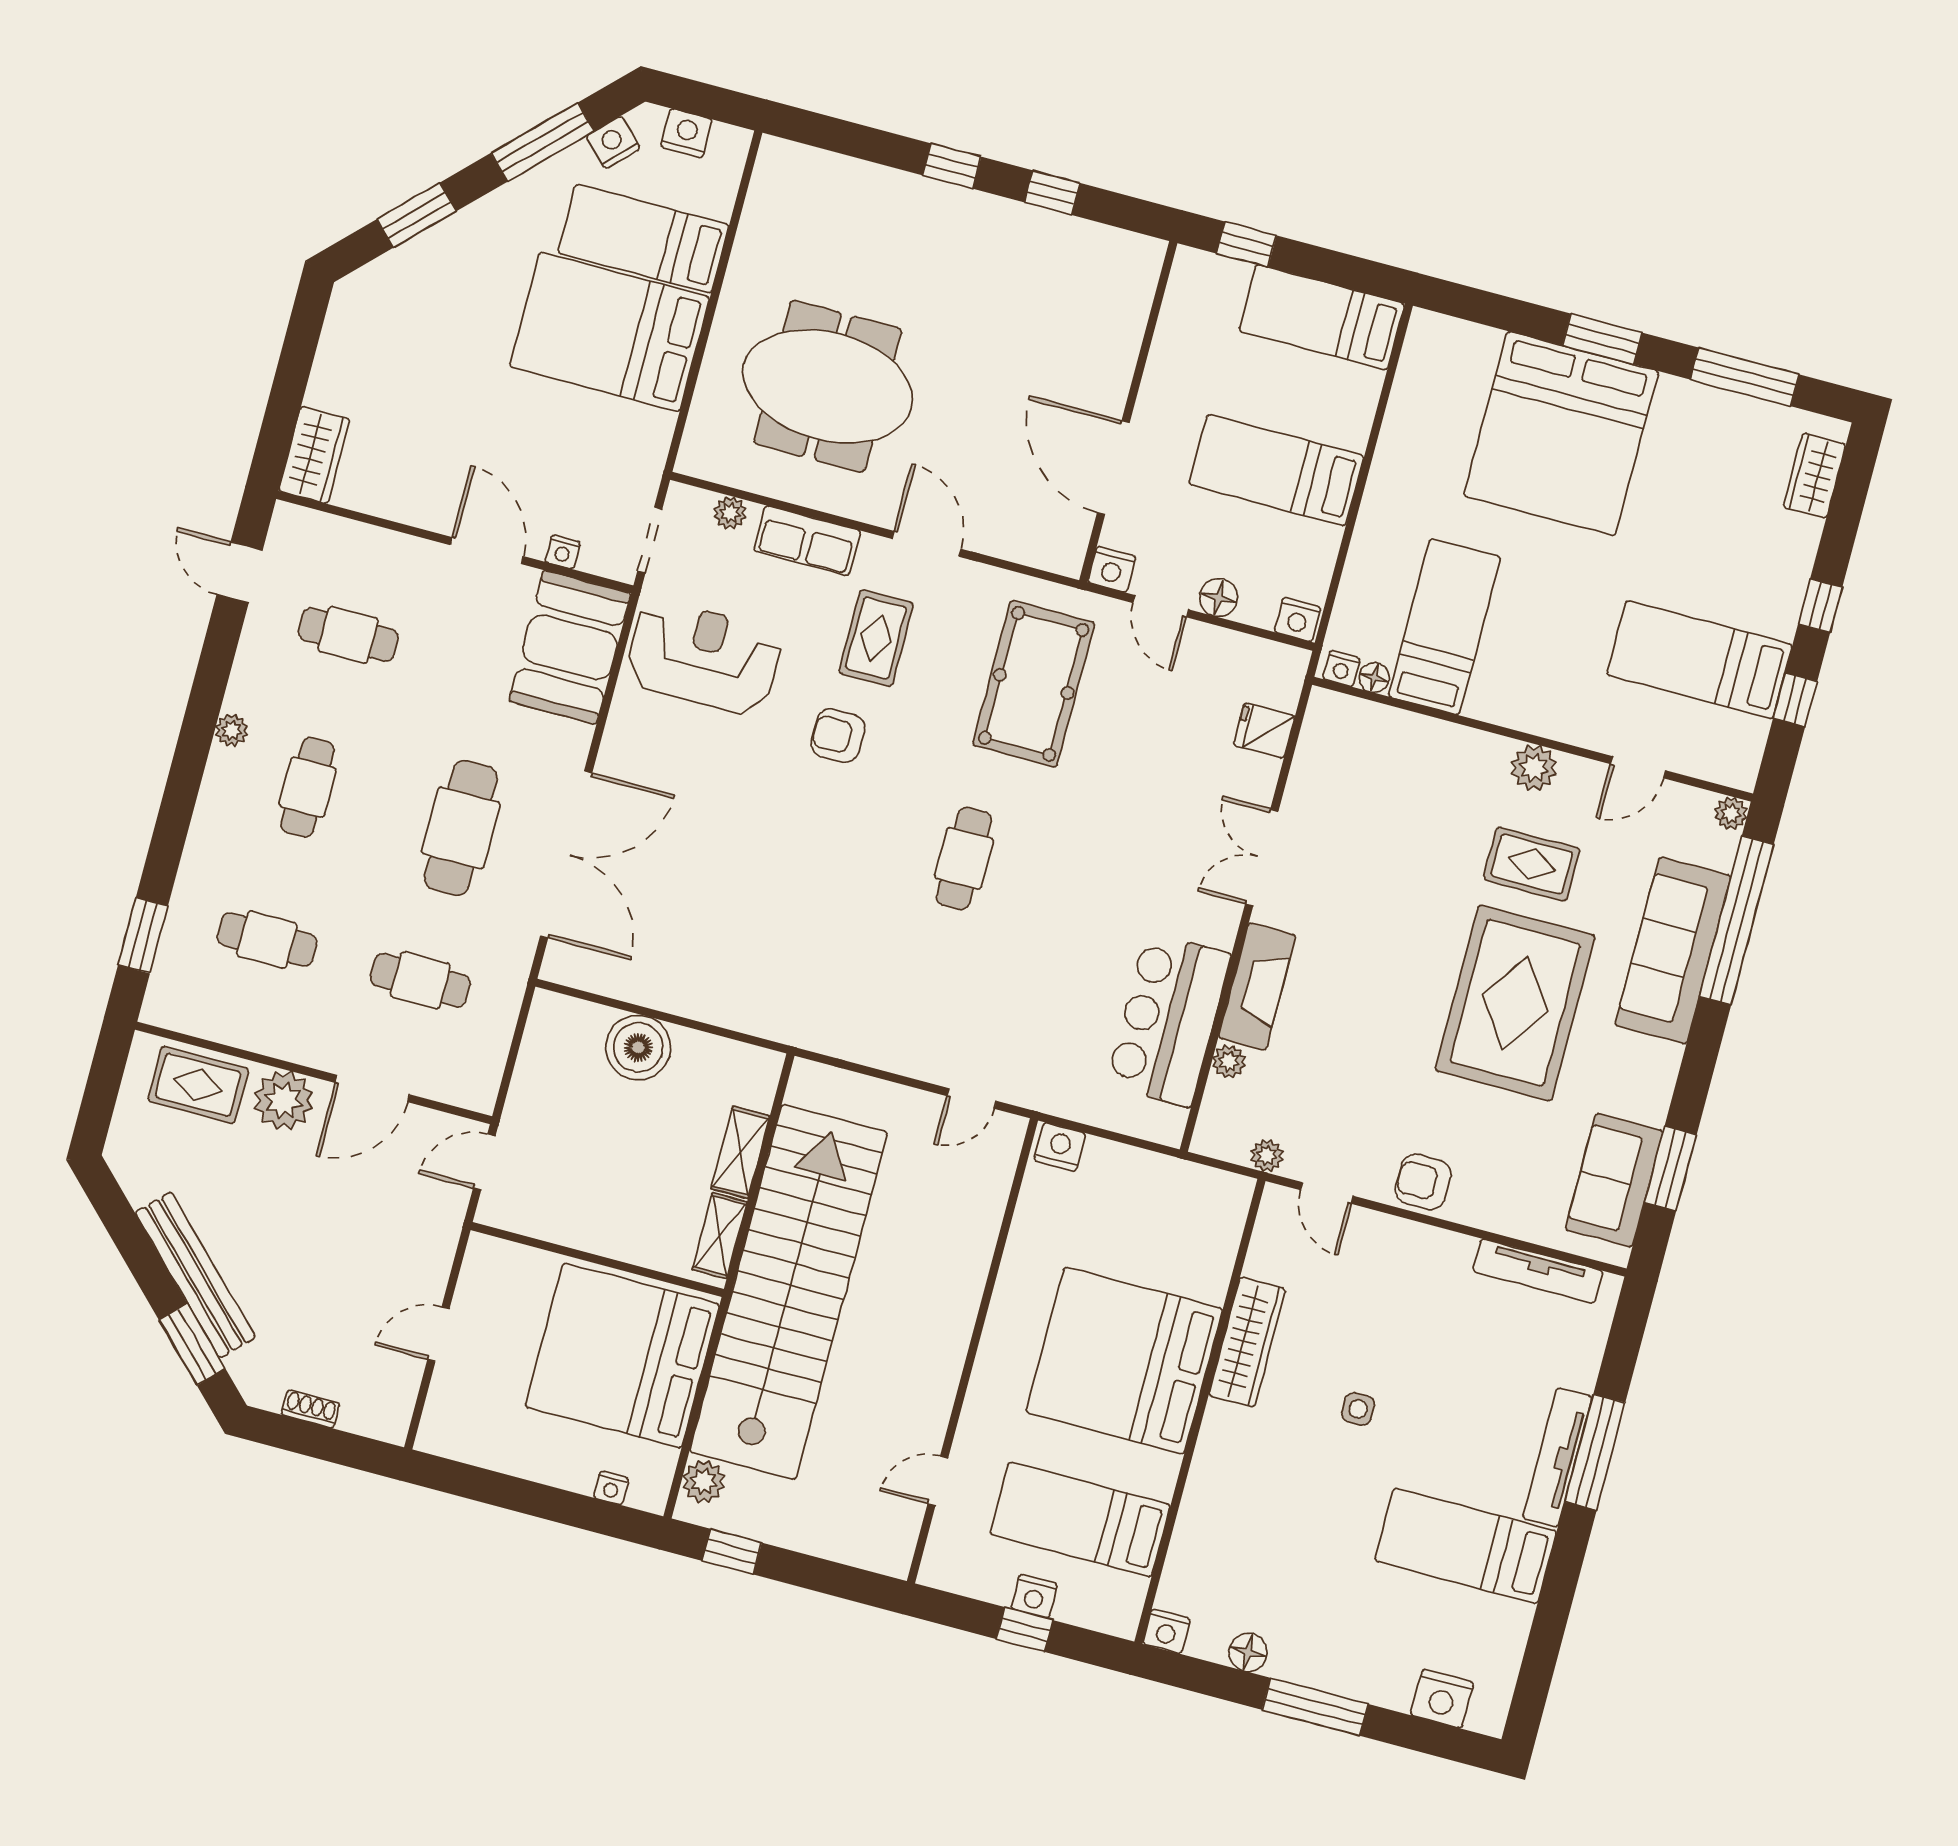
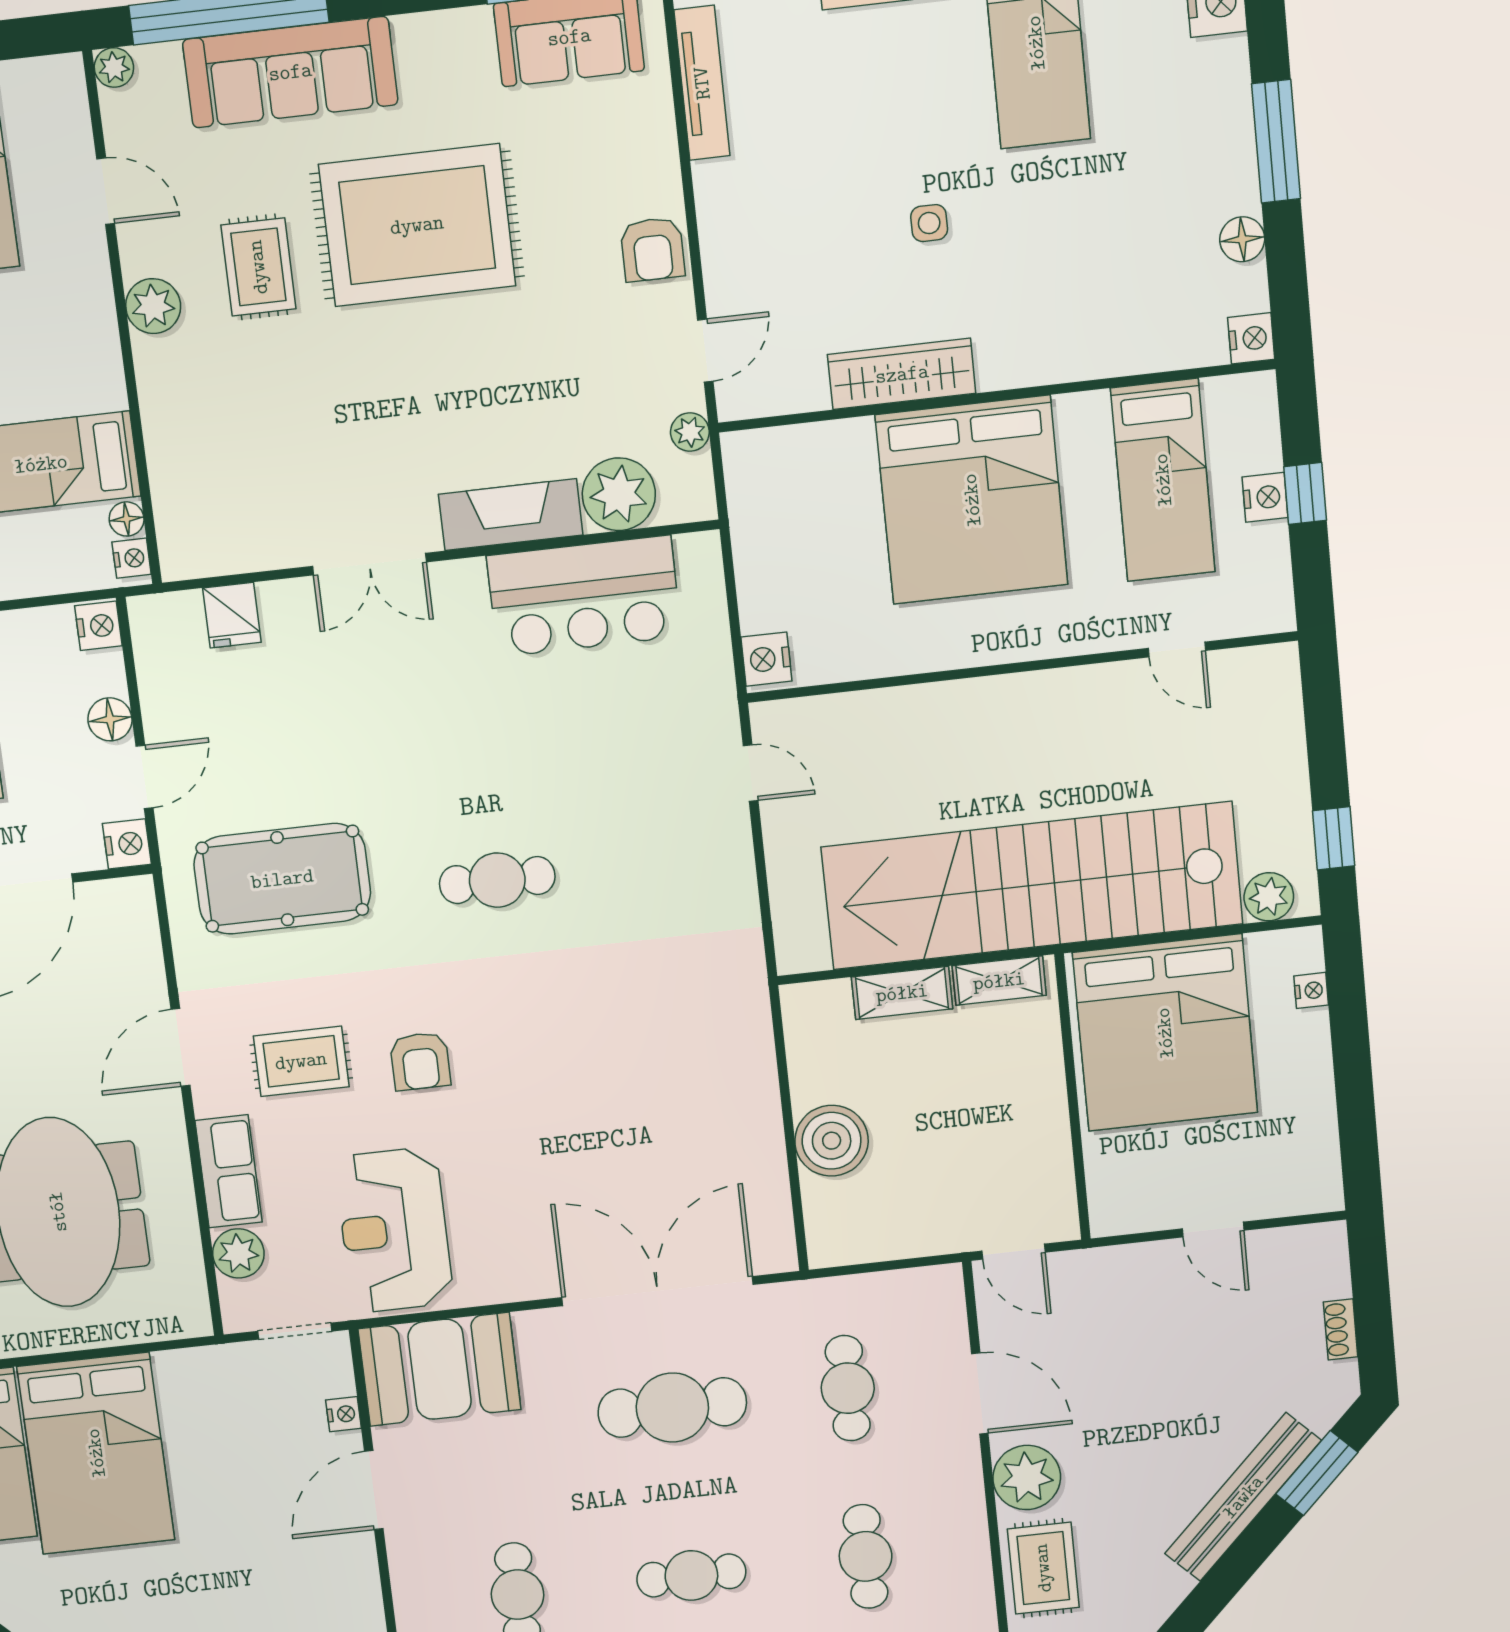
plant: (730, 513) -> (238, 1253), width x1.38, depth x1.38
plant: (1229, 1062) -> (619, 494), width x1.88, depth x1.88

